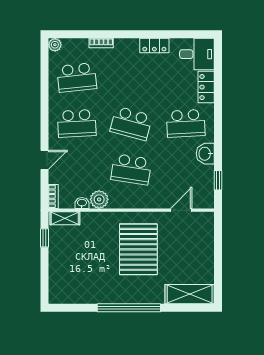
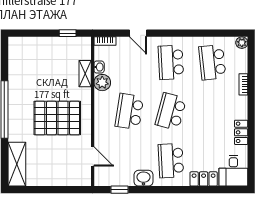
shelving: (65, 218) -> (85, 74), moved

